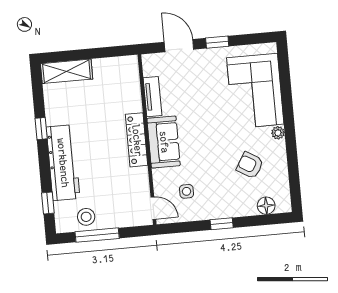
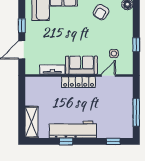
workbench: (63, 163) -> (73, 130), moved
door: (153, 208) -> (108, 75), moved
stool: (86, 217) -> (124, 118), removed
window: (222, 224) -> (136, 45), moved

